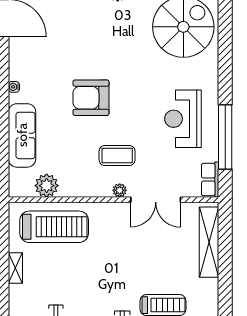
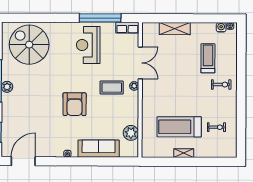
reception desk: (183, 119) -> (88, 45), turned 90
coffee table: (117, 155) -> (112, 88), turned 90
treadmill: (54, 227) -> (179, 127), moved, turned -90
shelving: (209, 242) -> (175, 29), width x0.68

